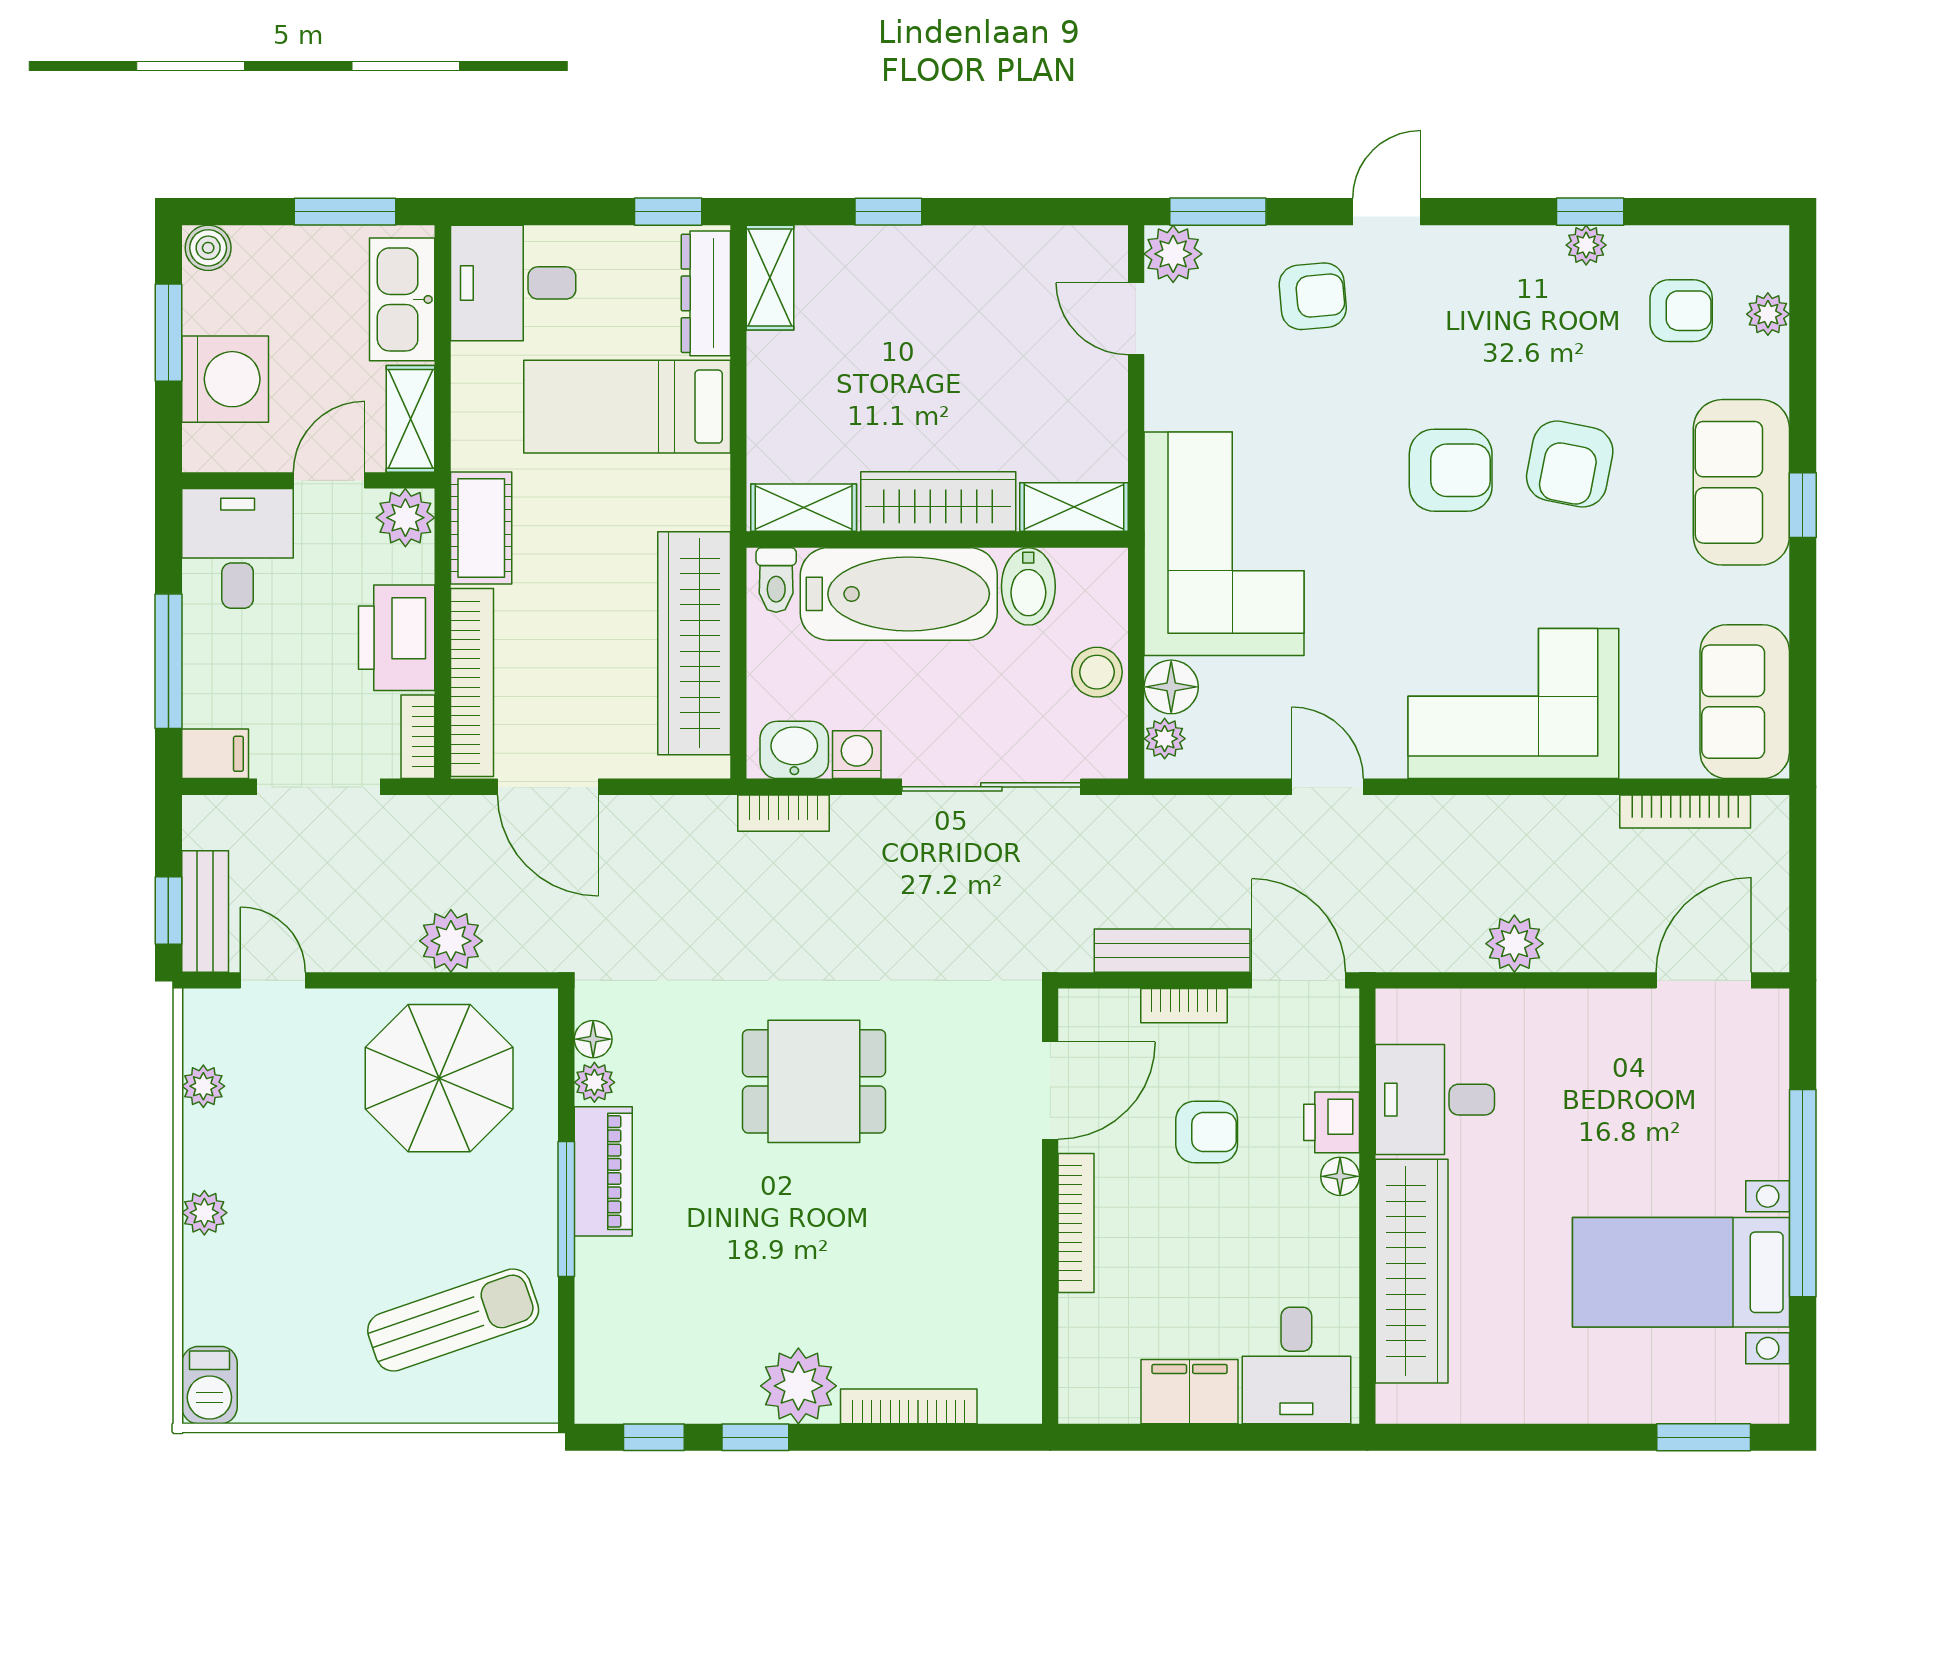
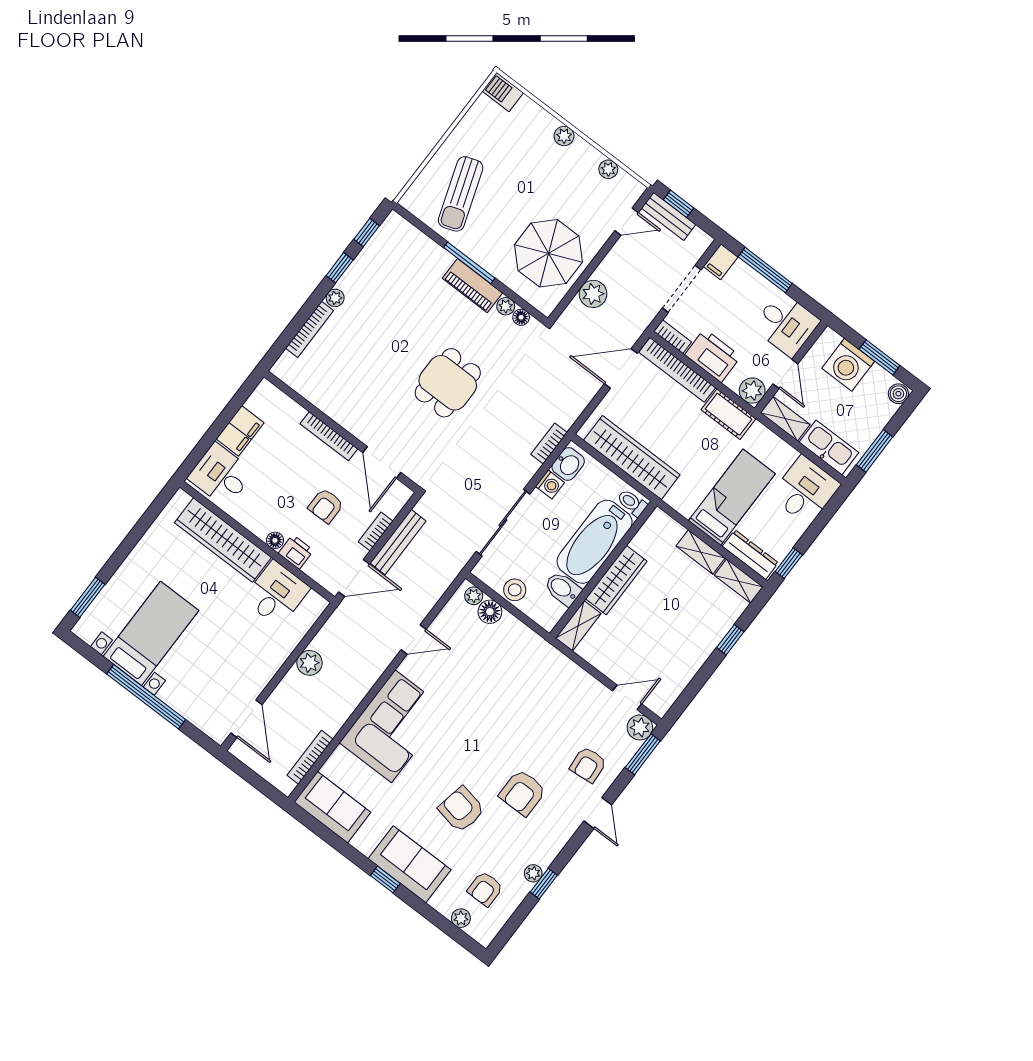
armchair: (1451, 470) -> (523, 793), moved
shelving: (804, 508) -> (701, 552), moved, turned 90
corner sofa: (1224, 544) -> (526, 668), removed
plant: (798, 1386) -> (335, 298), width x0.53, depth x0.53

